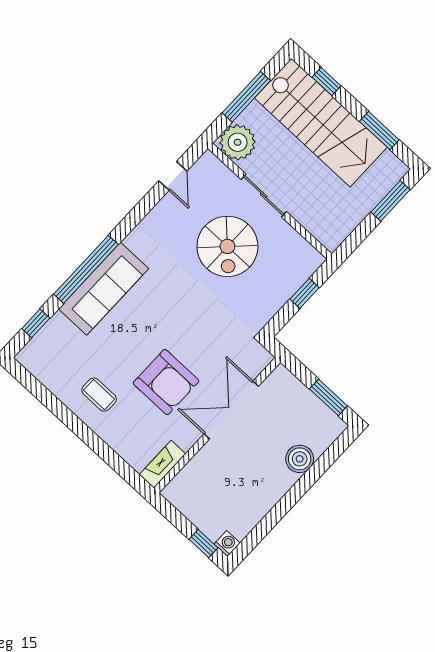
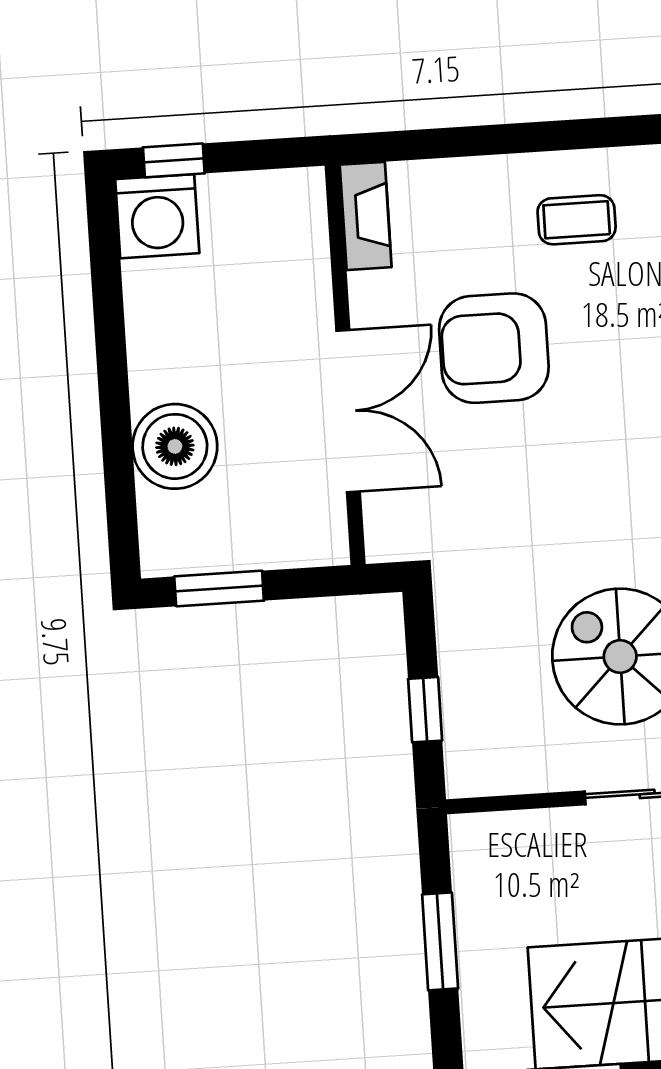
window: (391, 201) -> (440, 941), moved
boiler: (300, 459) -> (175, 446), width x1.37, depth x1.37
washing machine: (227, 544) -> (157, 216), width x1.89, depth x1.89

